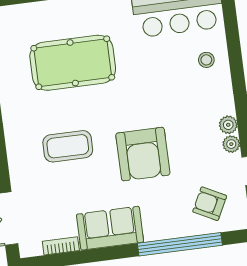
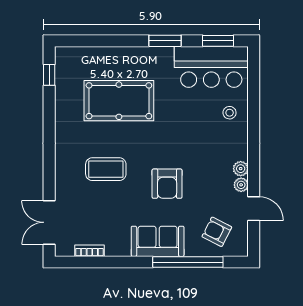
armchair: (143, 154) -> (167, 184), width x0.73, depth x0.73
sofa: (110, 228) -> (158, 241), moved

